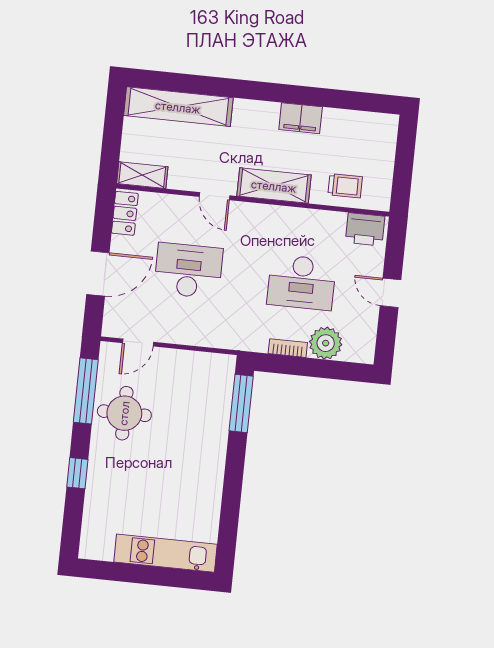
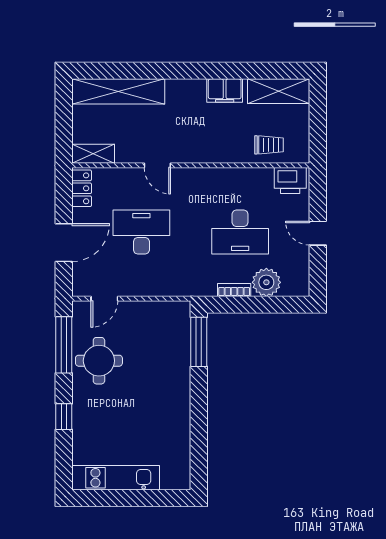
shelving: (274, 186) -> (279, 91), moved
kitchen unit: (166, 553) -> (116, 478), moved

